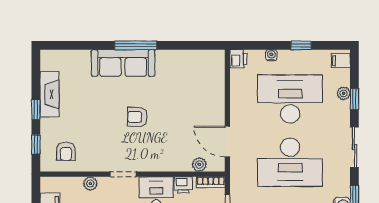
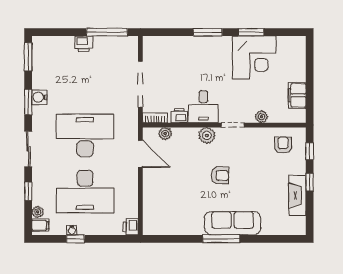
water cooler: (271, 55) -> (72, 230), moved
plant: (344, 93) -> (38, 212), moved
plant: (152, 162) -> (207, 135), added

